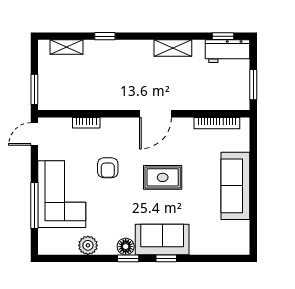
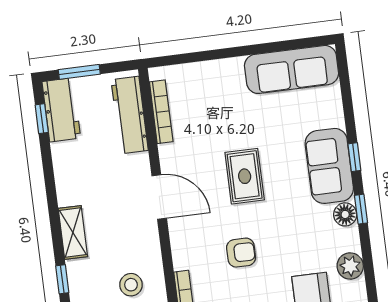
shelving: (173, 48) -> (73, 232), moved
stool: (95, 85) -> (131, 285), added
window: (253, 85) -> (79, 72), moved
workbench: (217, 100) -> (130, 115), added
sofa: (235, 186) -> (292, 69), moved

